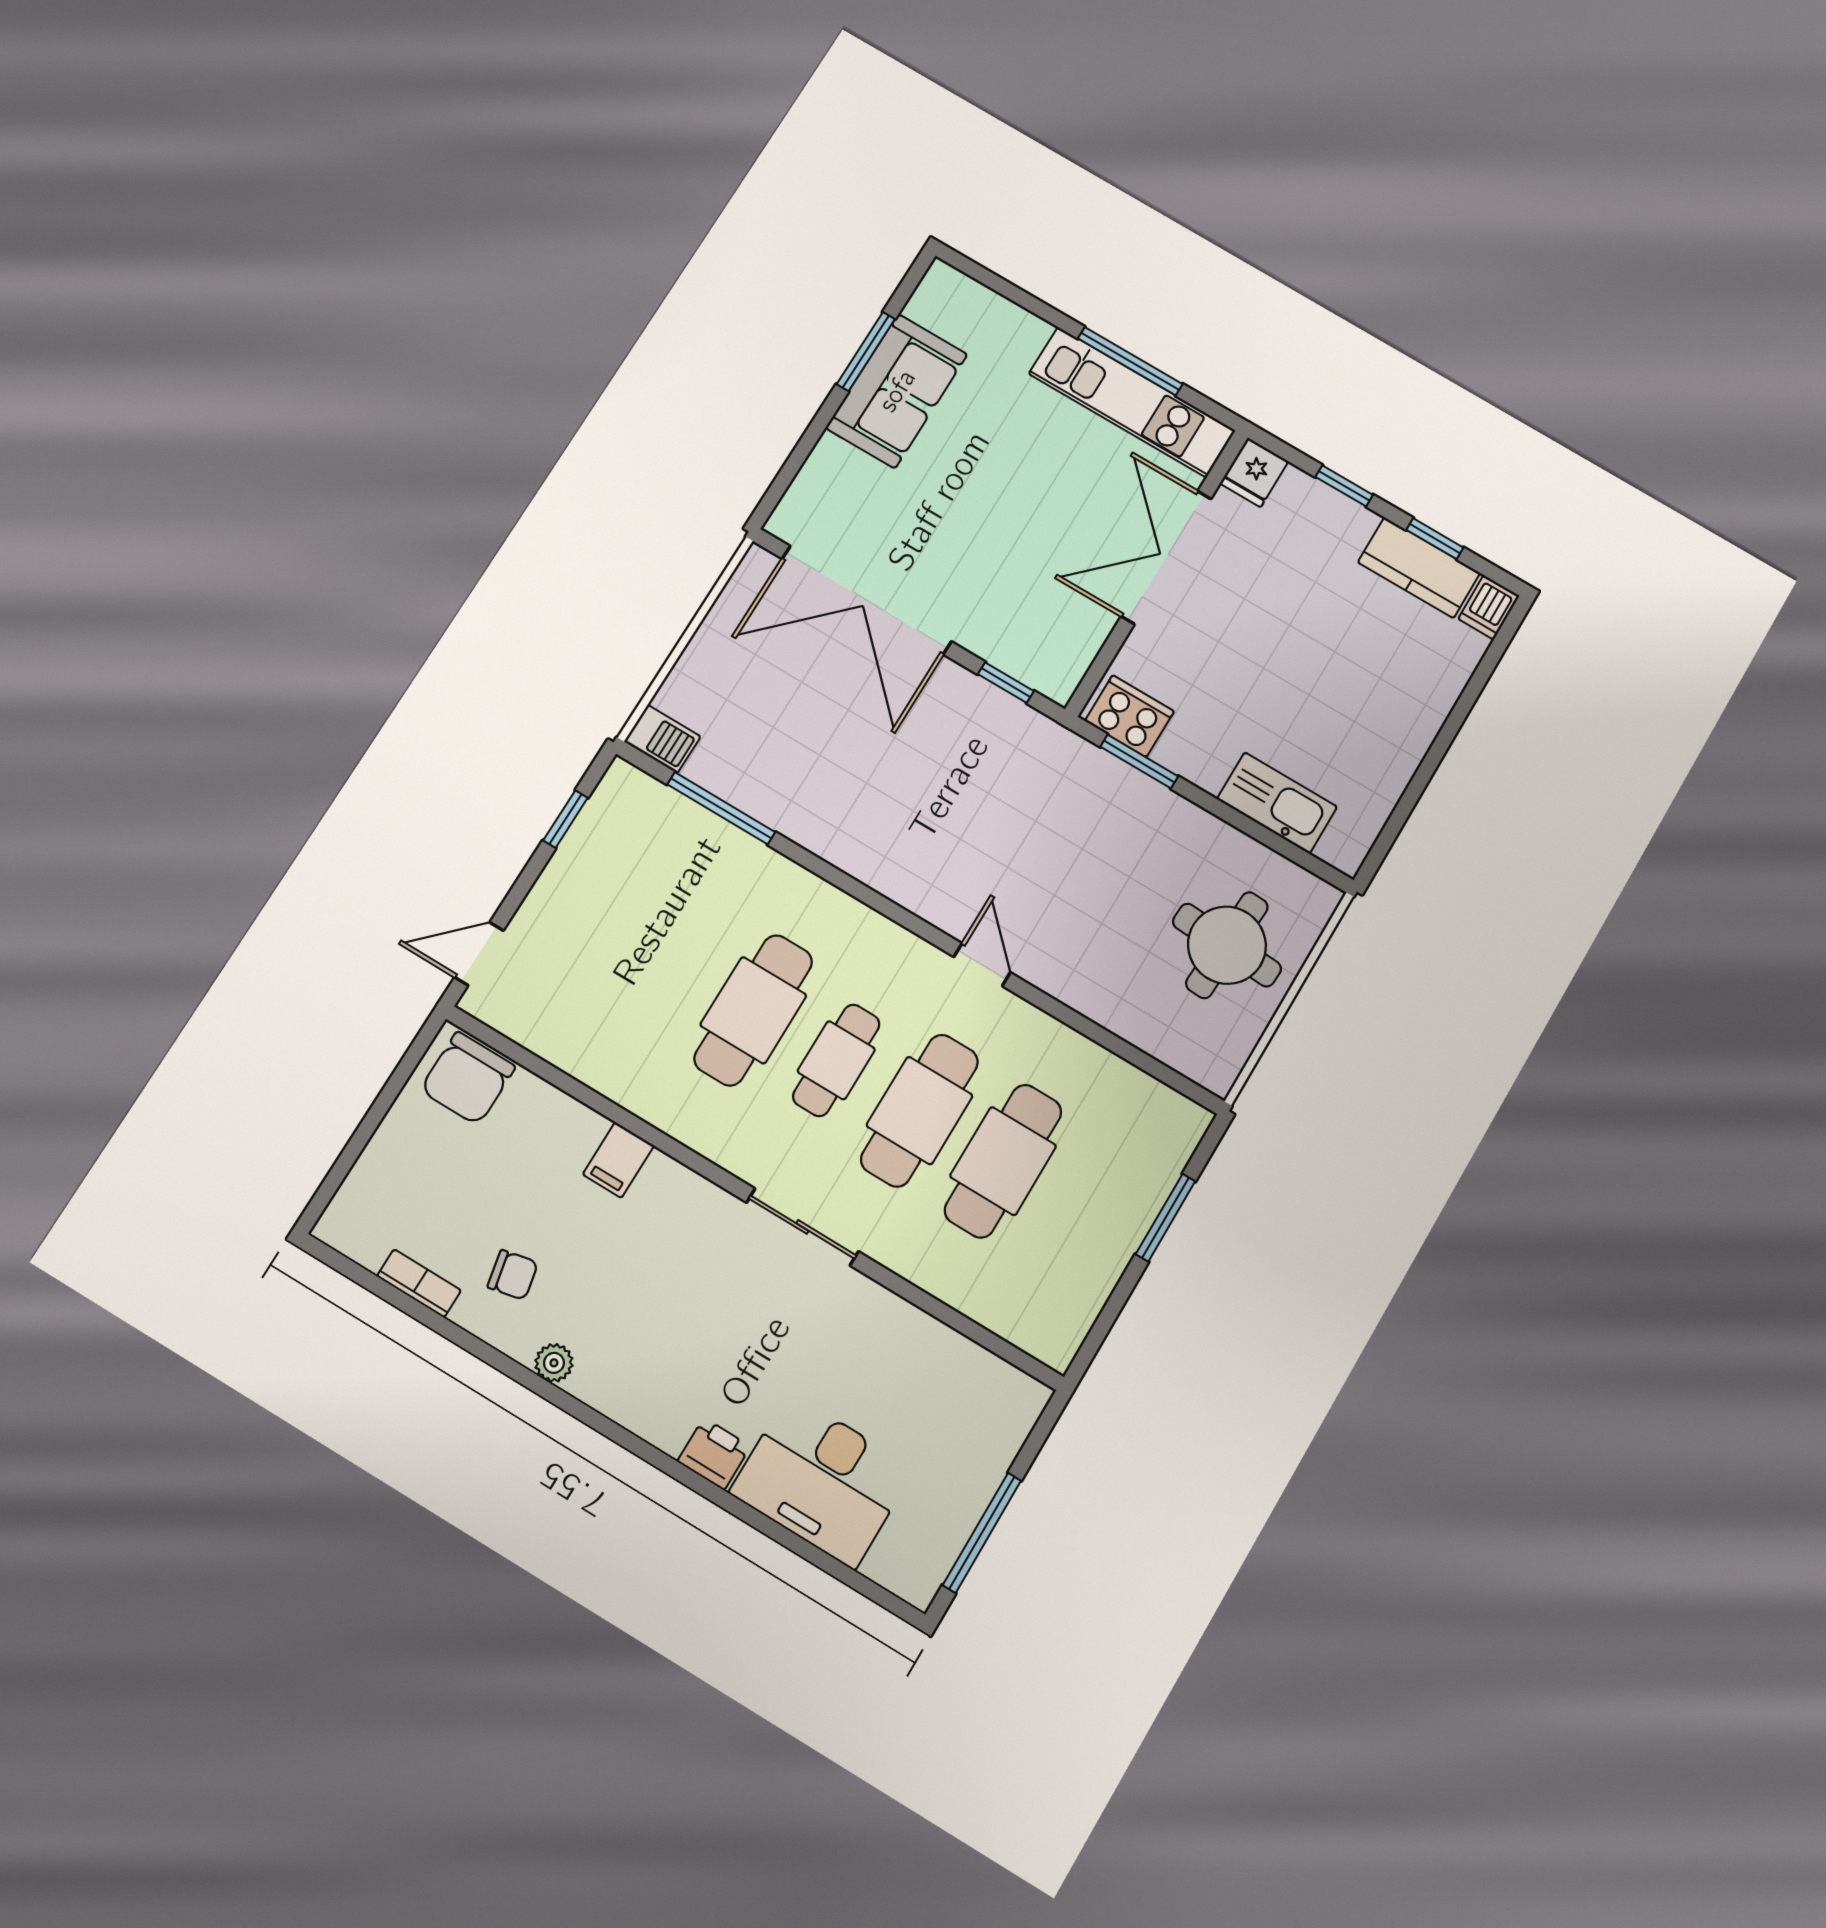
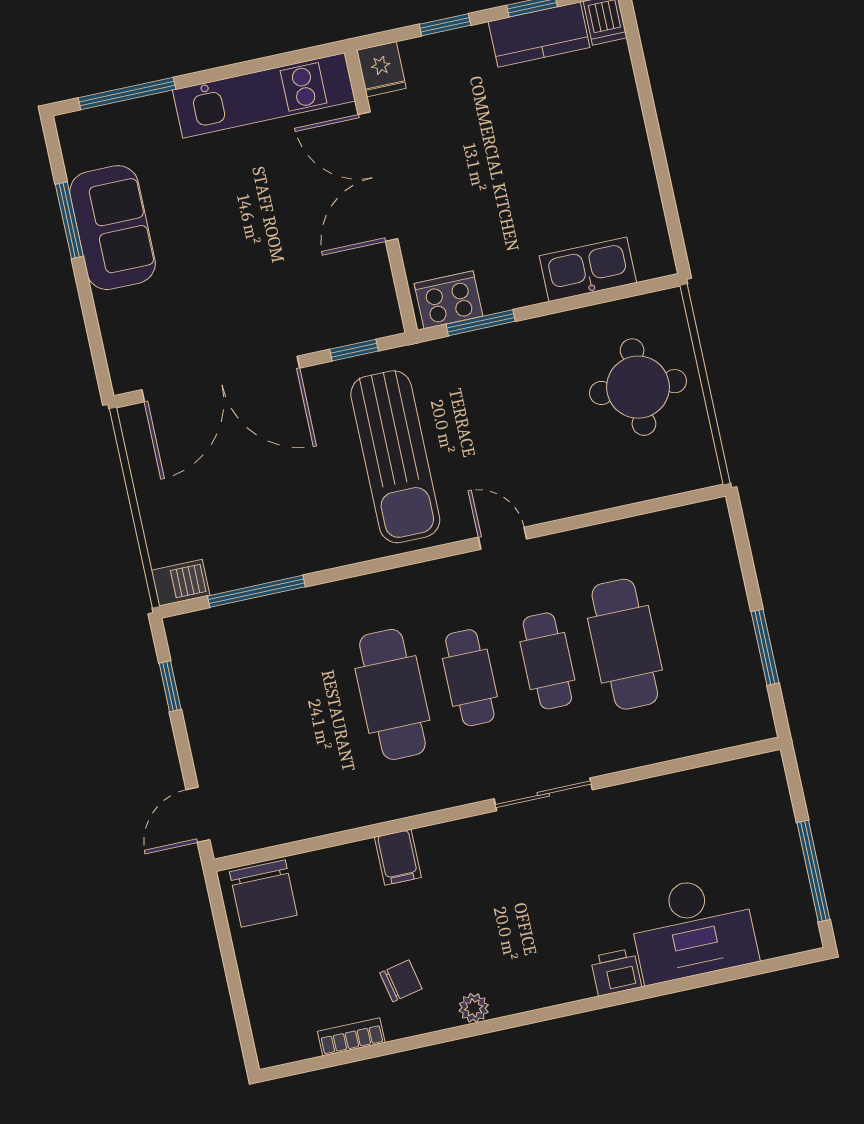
window: (1130, 361) -> (127, 93), moved
sun lounger: (955, 806) -> (395, 457), added
cafe table: (920, 1111) -> (547, 661), width x0.73, depth x0.74
window: (1166, 1218) -> (765, 647), moved

